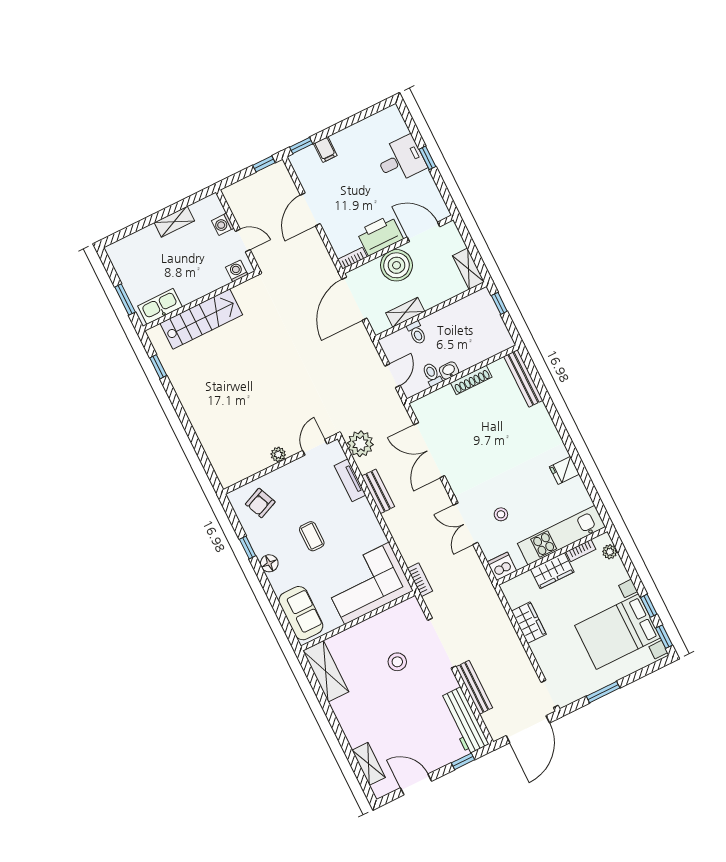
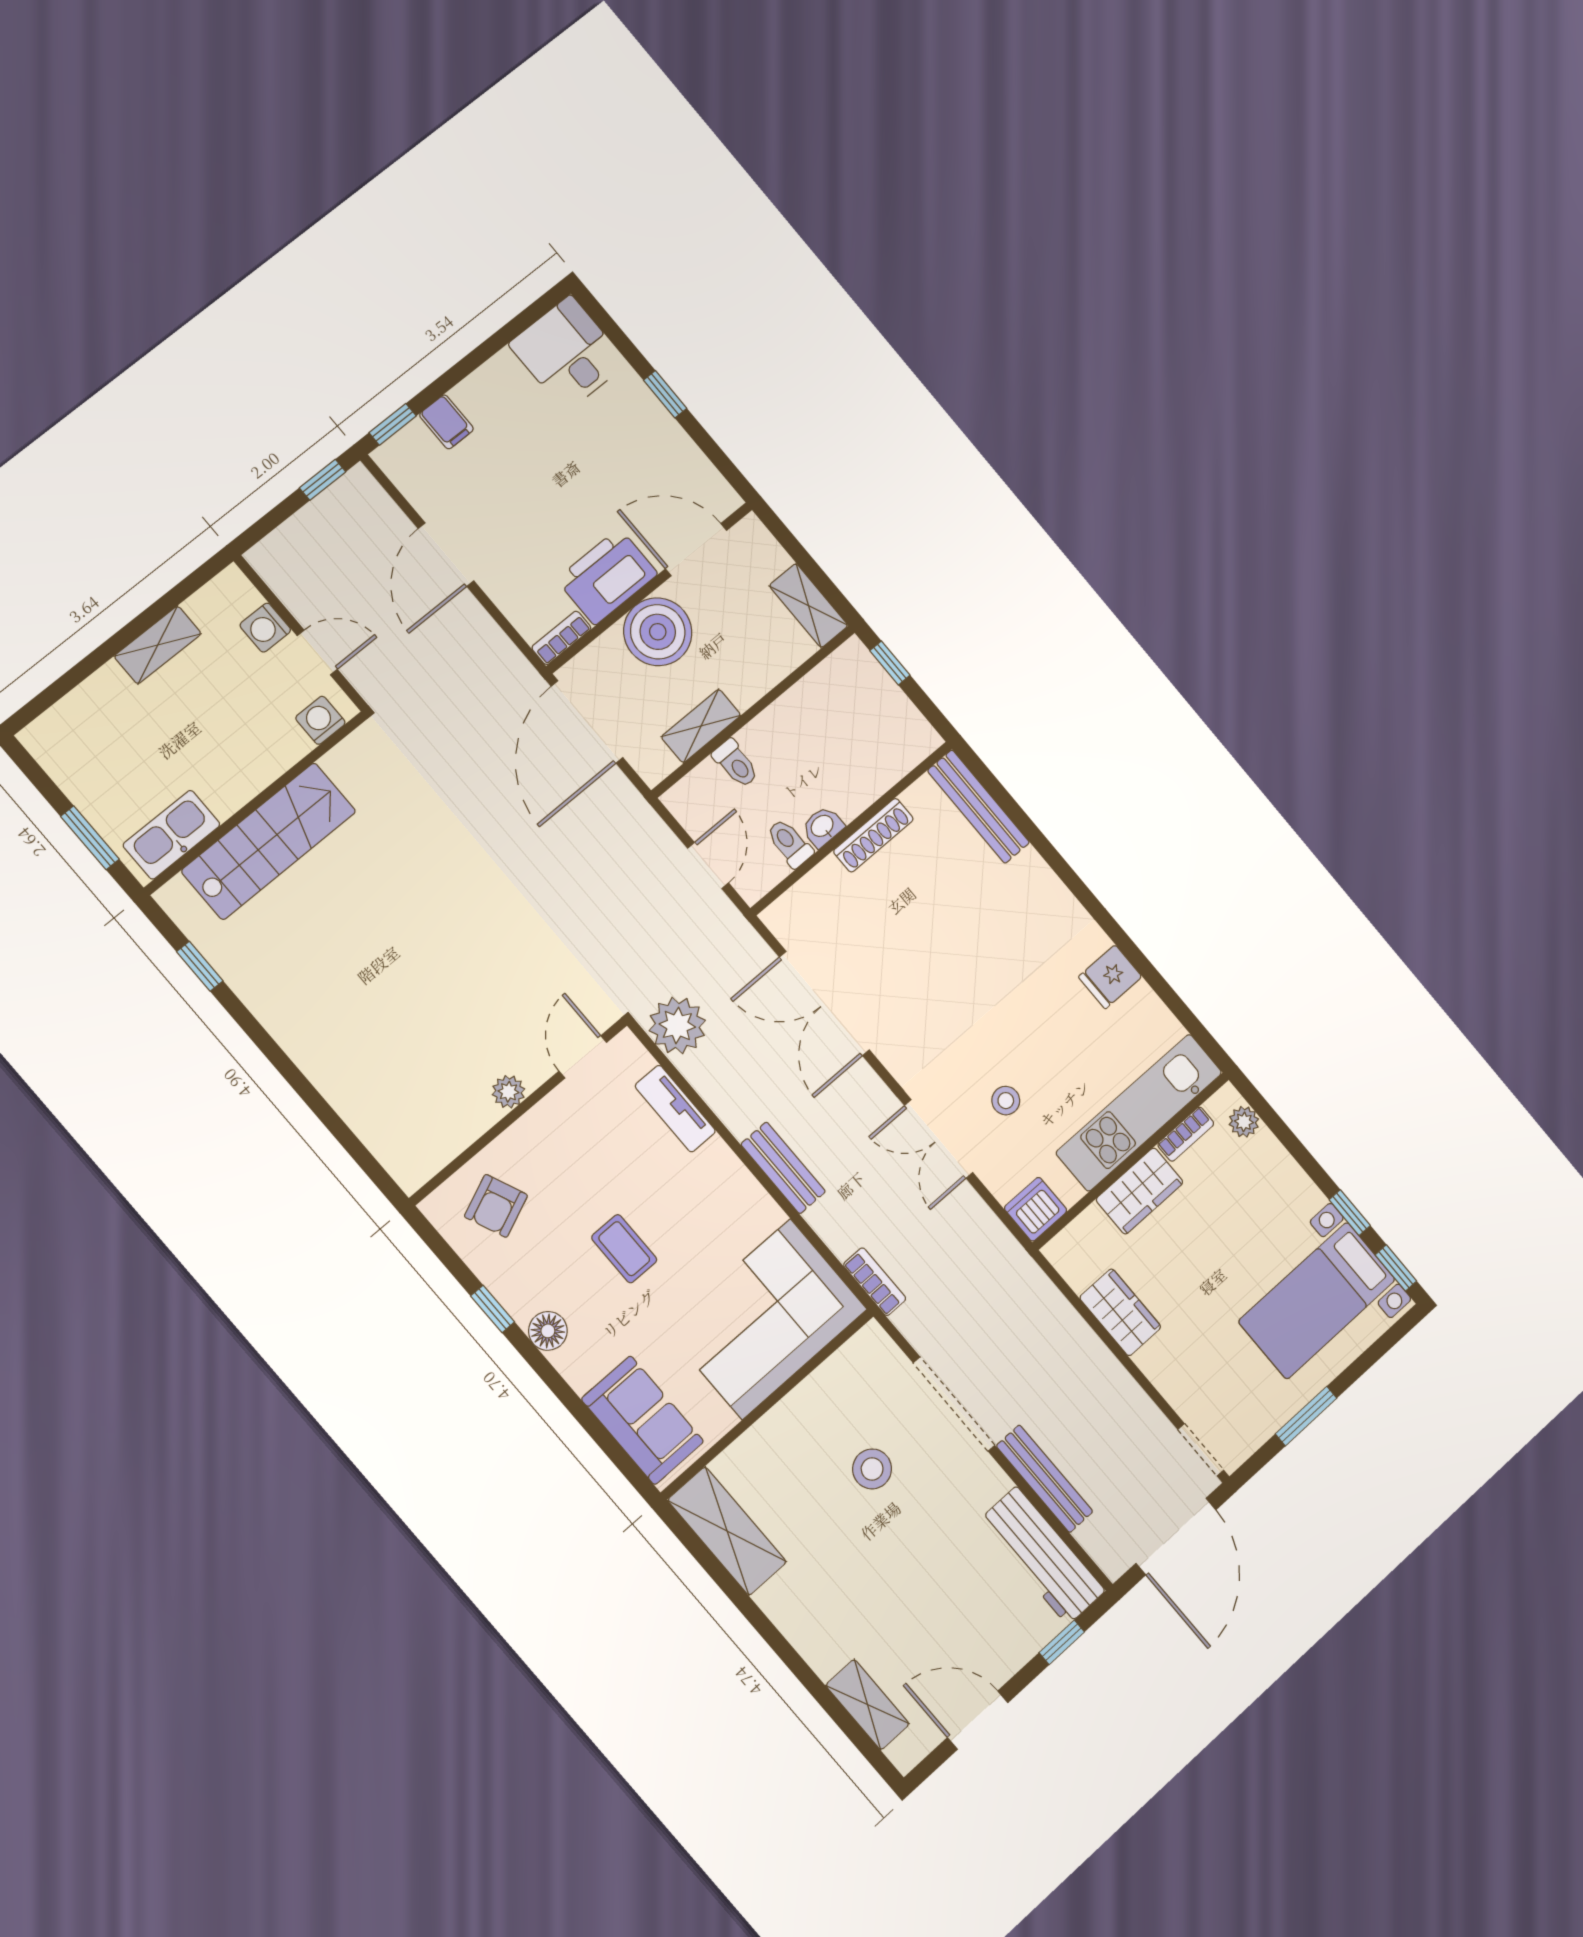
desk: (401, 160) -> (568, 354), moved, turned -90
bench: (378, 491) -> (783, 1168), moved
bed with nightstands: (618, 632) -> (1317, 1300), width x0.73

